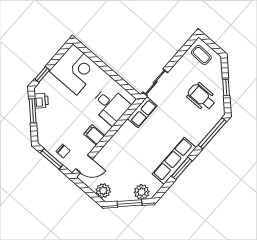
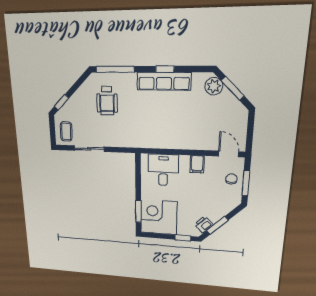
window: (92, 57) -> (138, 211), added
sliding door: (155, 82) -> (89, 149), moved
window: (226, 87) -> (62, 102), moved
wheelchair: (201, 97) -> (107, 101), moved
row of seats: (142, 112) -> (147, 141), removed
window: (182, 168) -> (165, 69), width x0.67
plant: (103, 191) -> (239, 120), removed

